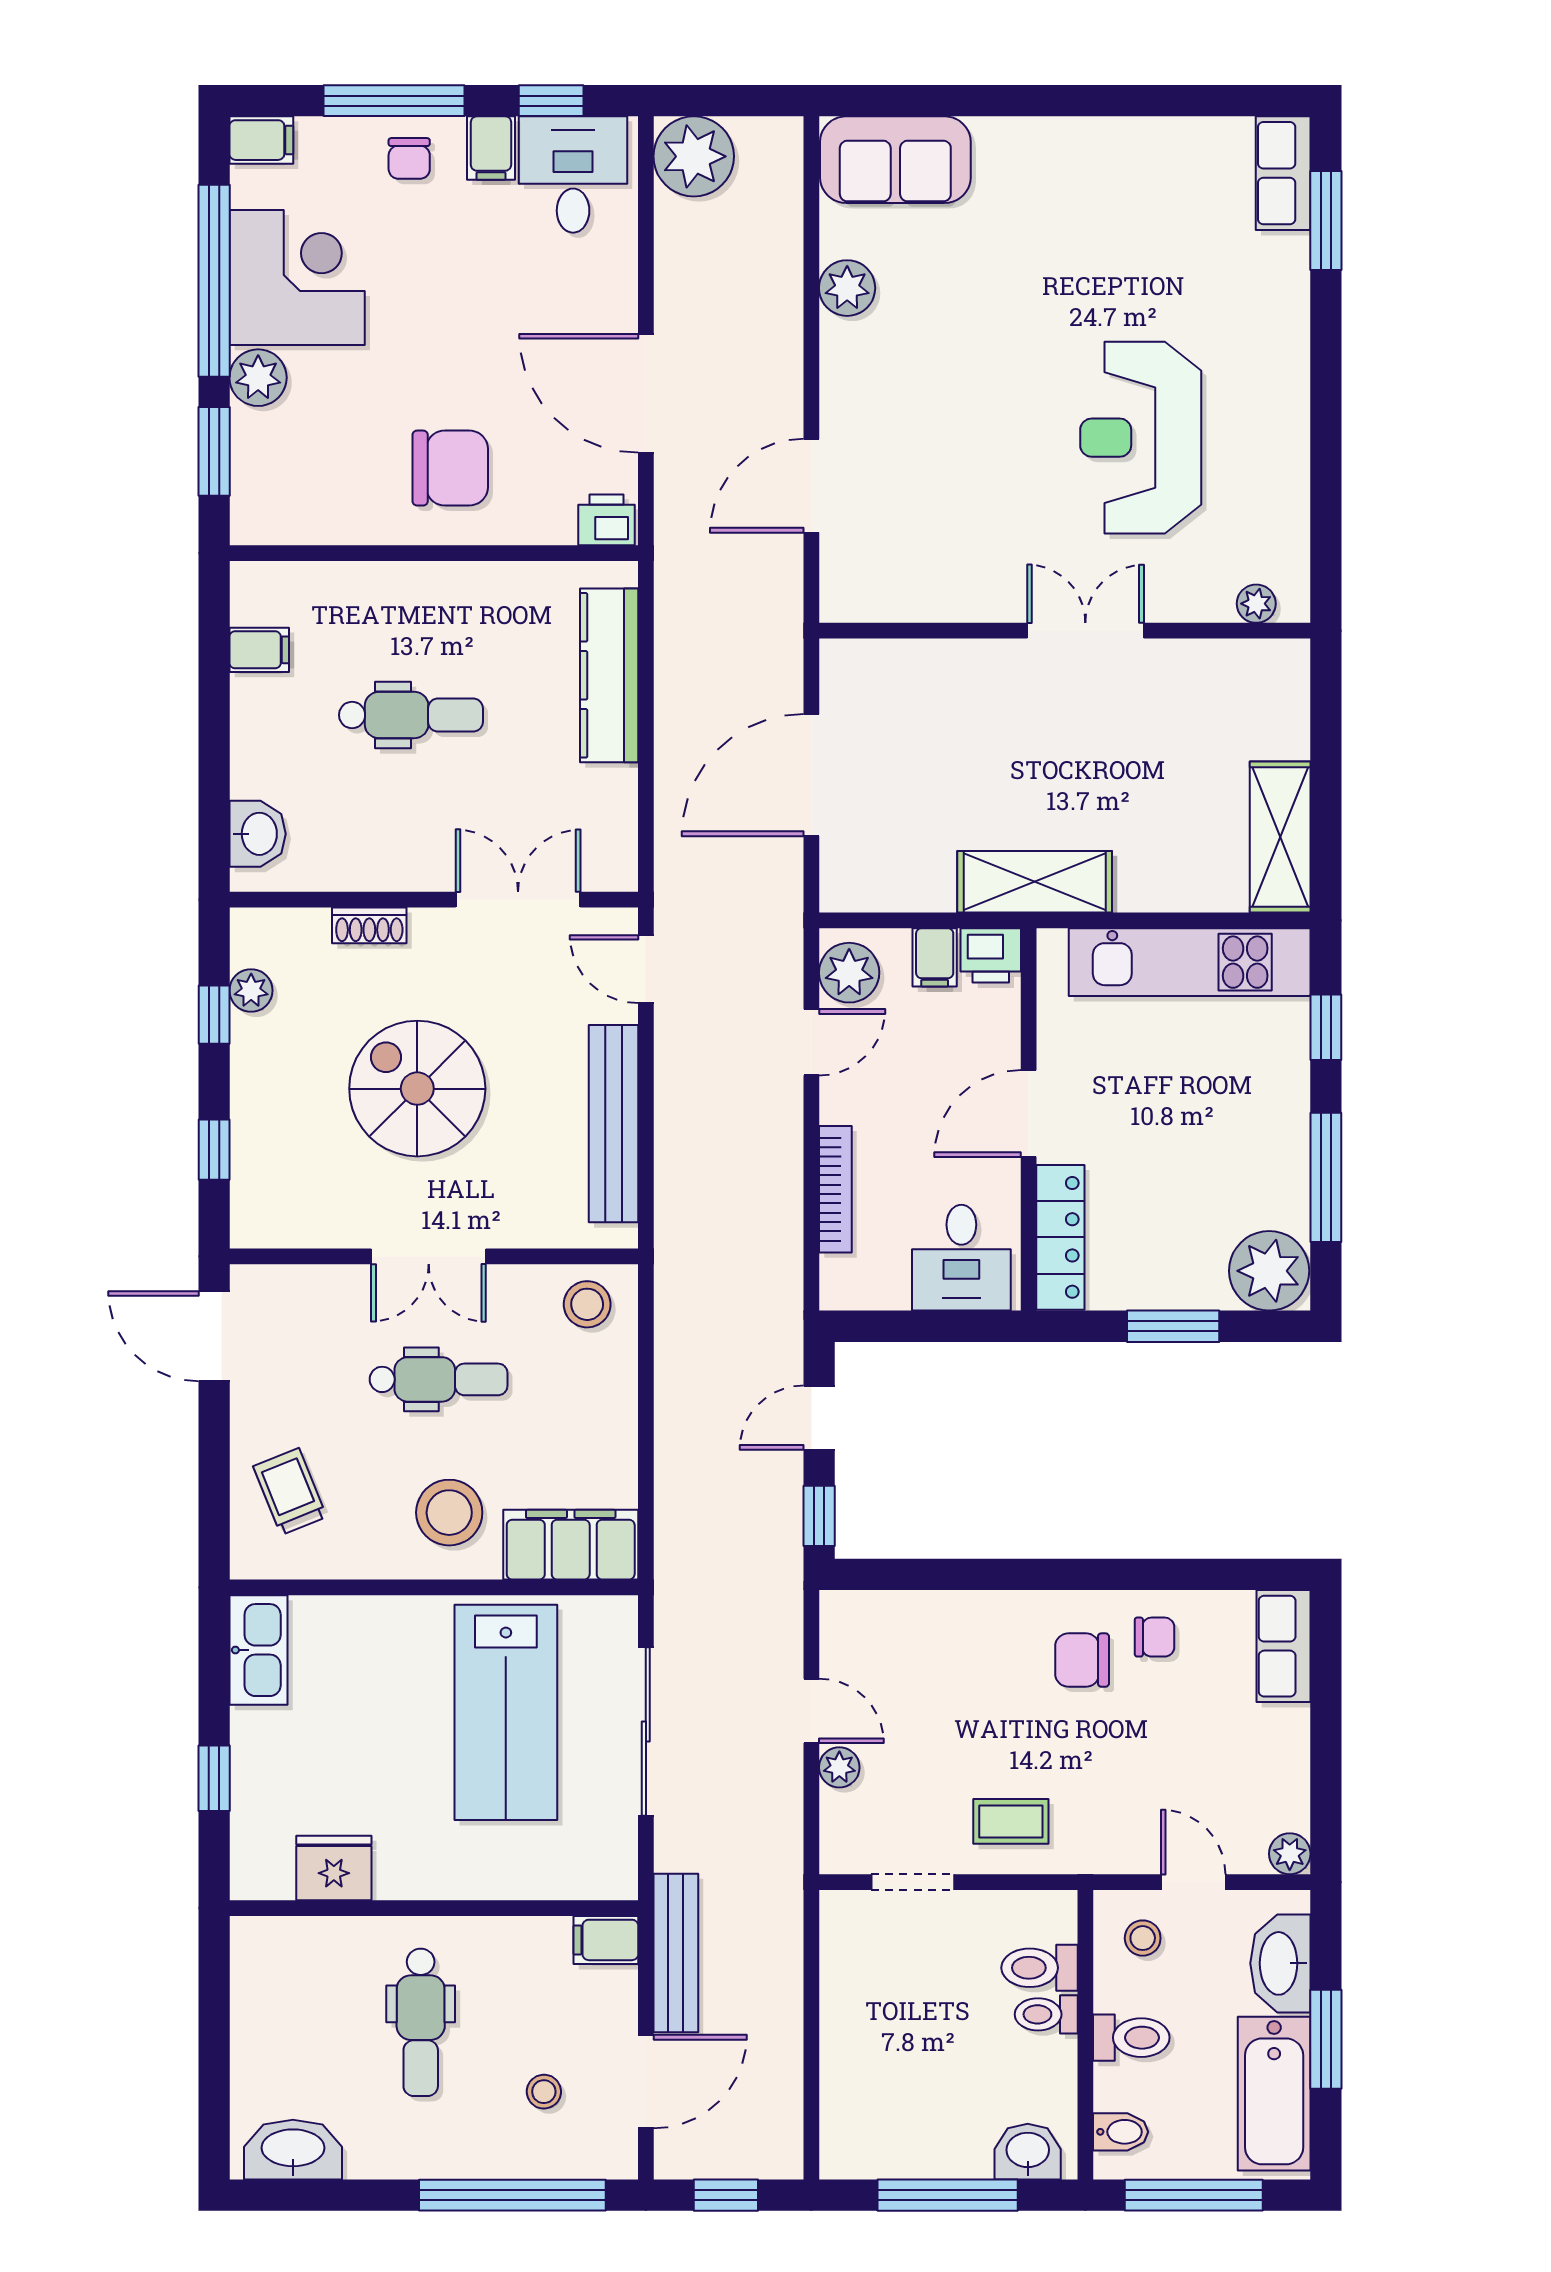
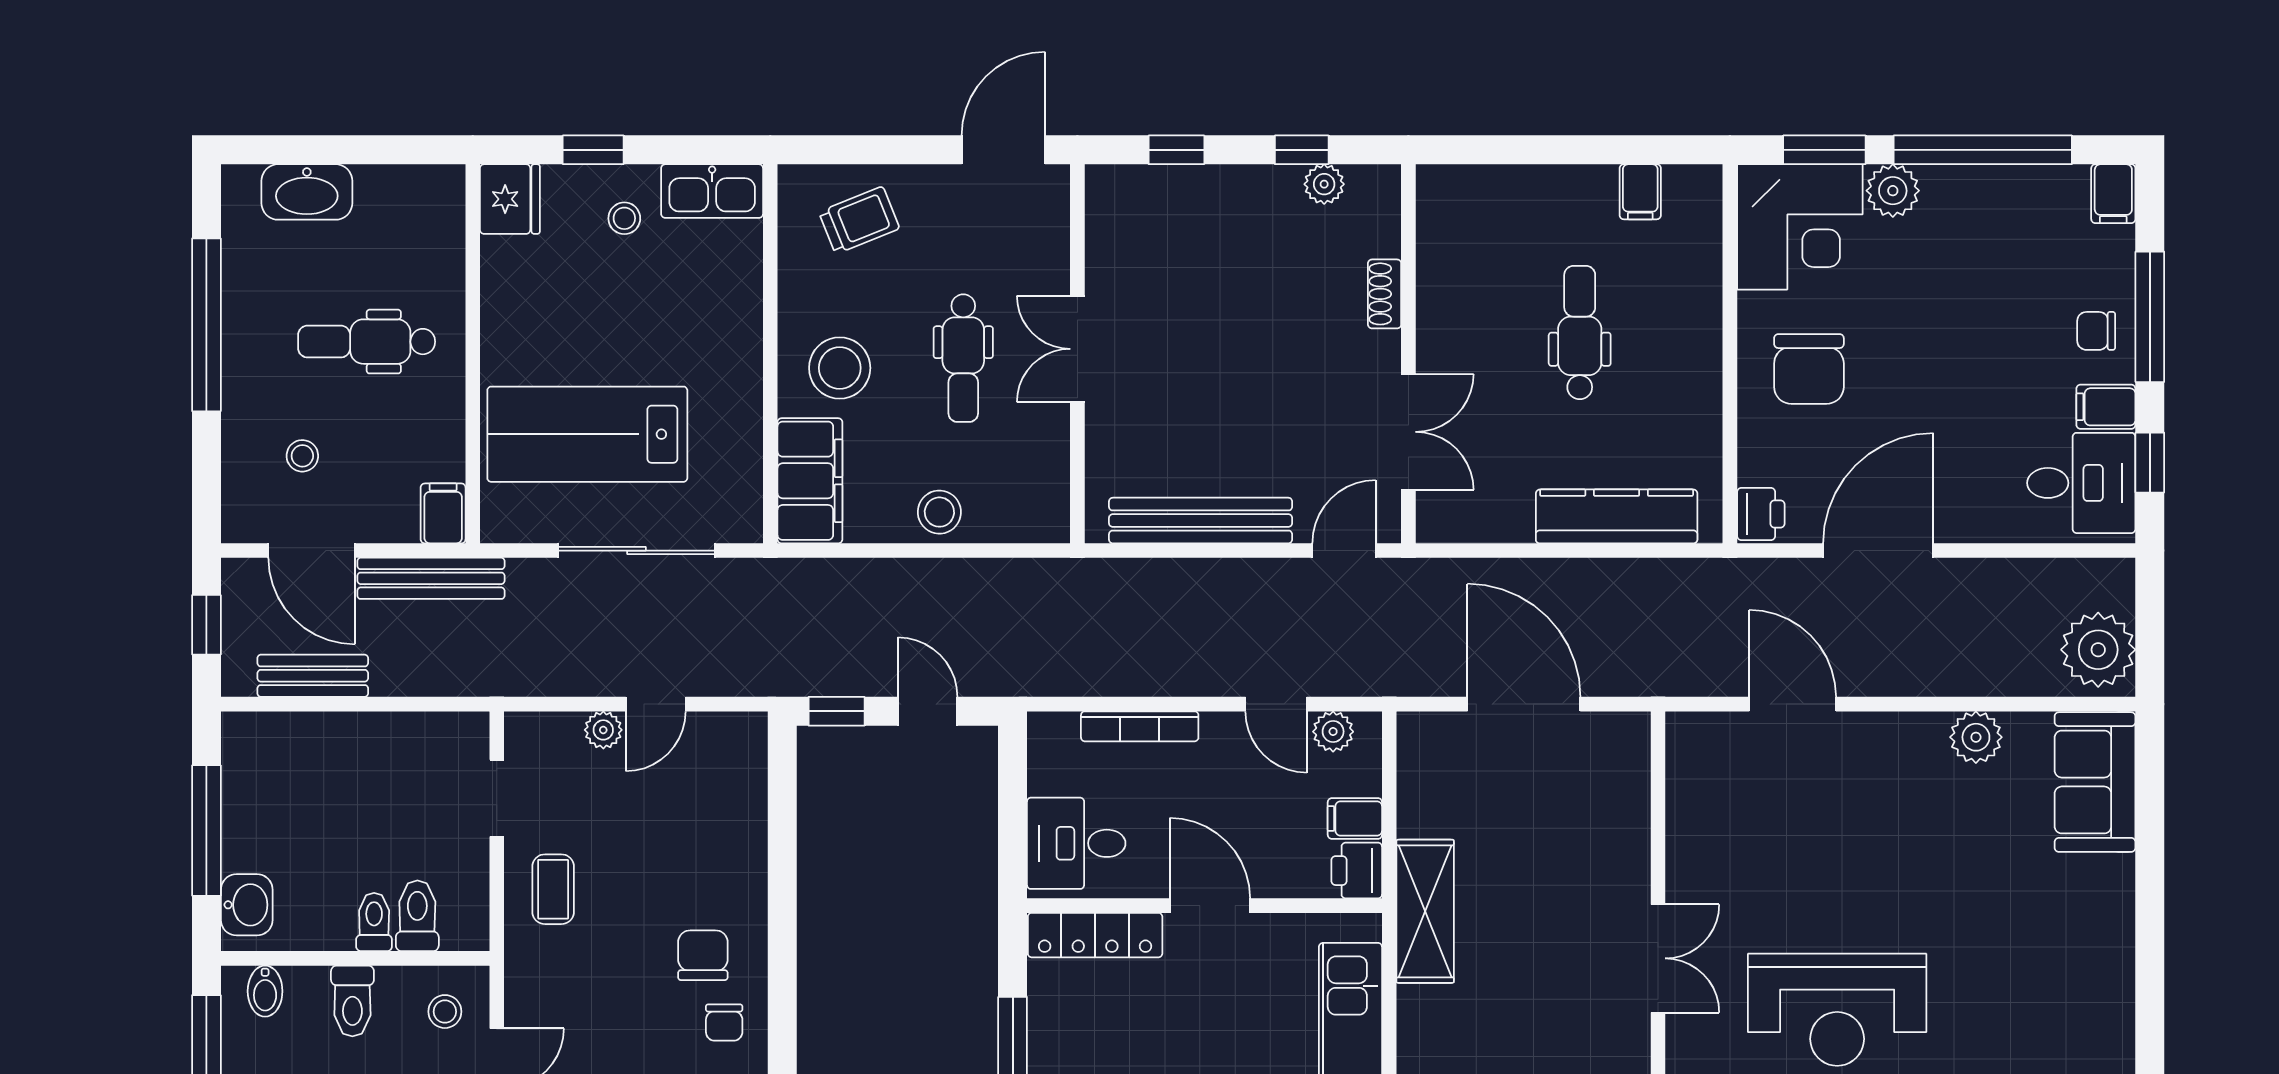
plant: (694, 156) -> (2098, 650), moved
corner desk: (297, 277) -> (1800, 227), moved
reception desk: (1141, 438) -> (1837, 1010), turned 180
dental chair: (411, 715) -> (1580, 333), turned 180
washbasin: (258, 834) -> (1470, 190), removed
plant: (849, 973) -> (1333, 732), width x0.73, depth x0.73
spiral stairs: (417, 1089) -> (1233, 338), removed
stool: (587, 1304) -> (939, 512), moved
lab bench: (506, 1712) -> (587, 434), moved
stool: (288, 1745) -> (624, 218), added
fridge: (334, 1868) -> (510, 199), moved
bench: (781, 2080) -> (313, 676), added
washbasin: (293, 2150) -> (307, 192), moved, turned 90
window: (512, 2195) -> (206, 325), moved

